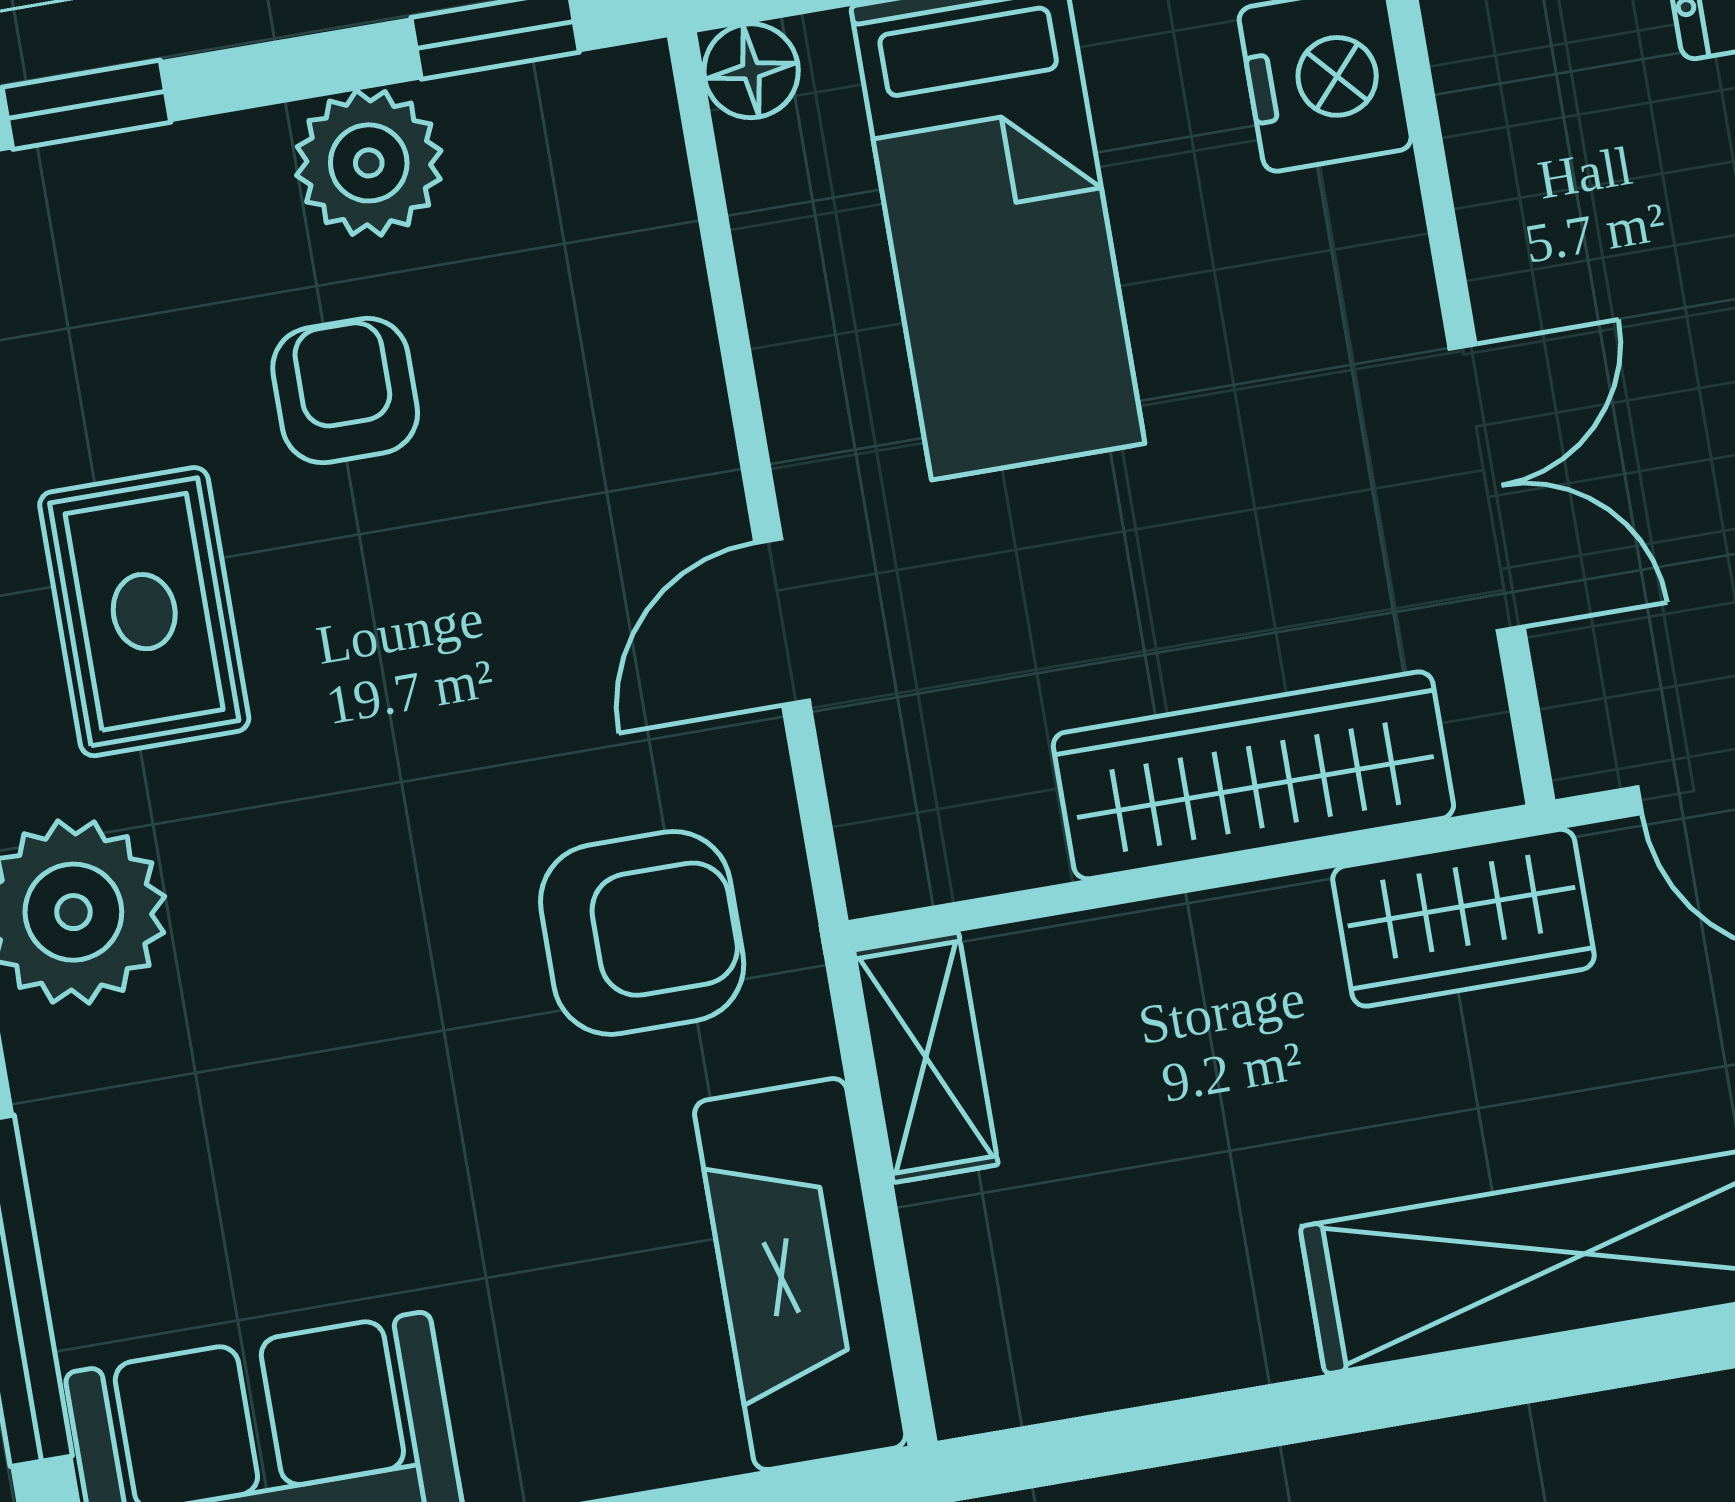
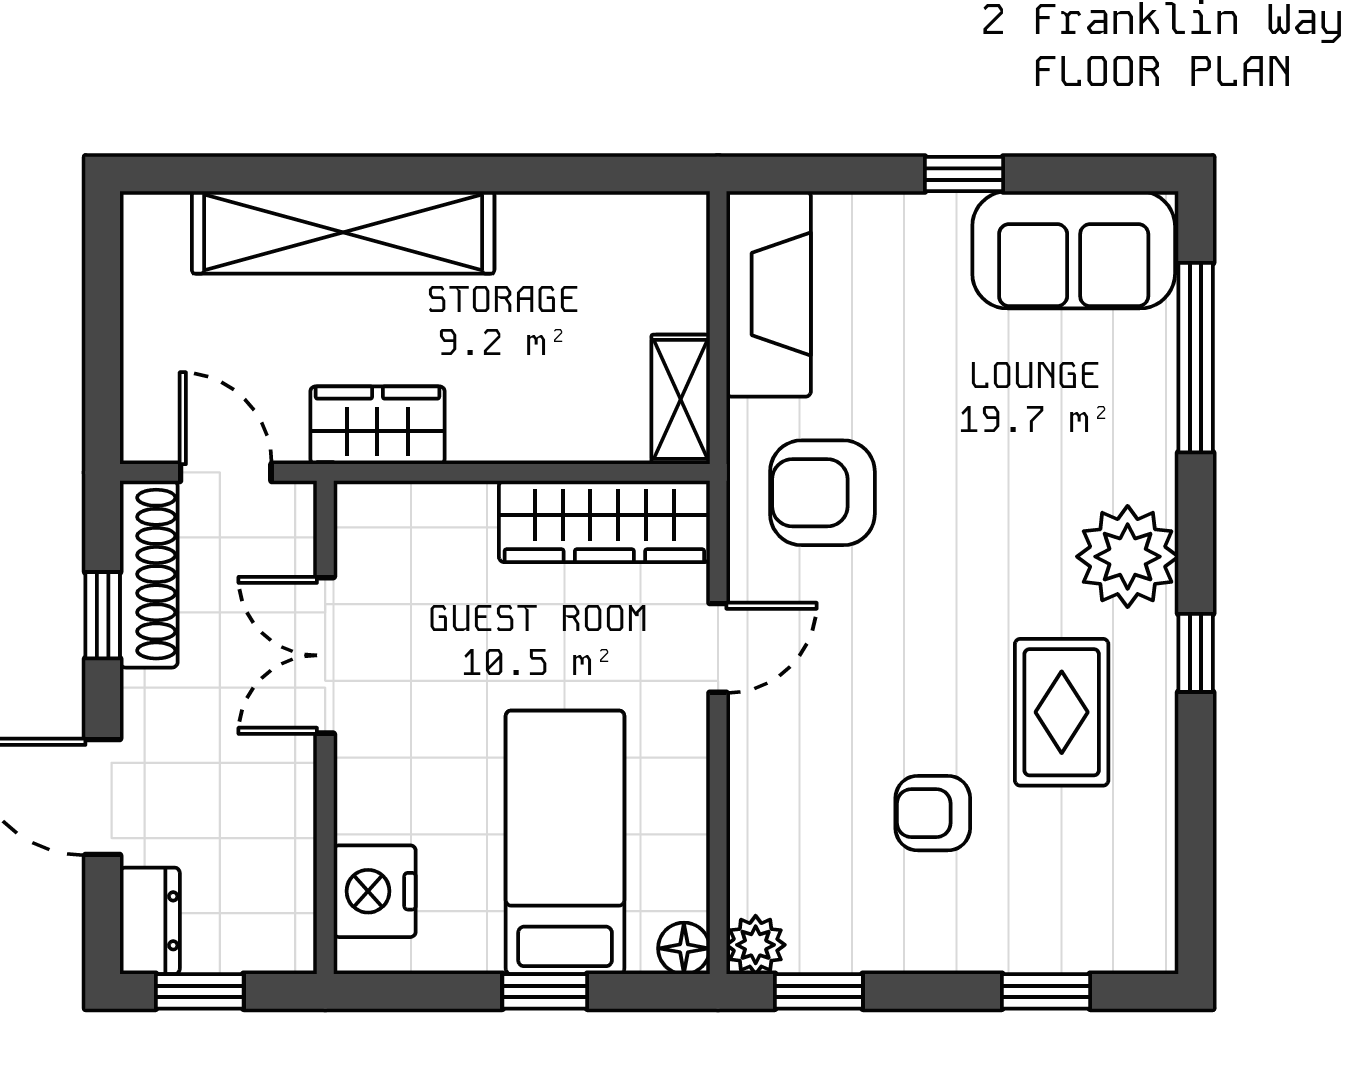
plant: (369, 163) -> (756, 945), moved, width x0.73, depth x0.73
armchair: (345, 391) -> (933, 813), turned 90
wardrobe: (1253, 775) -> (604, 521), moved

